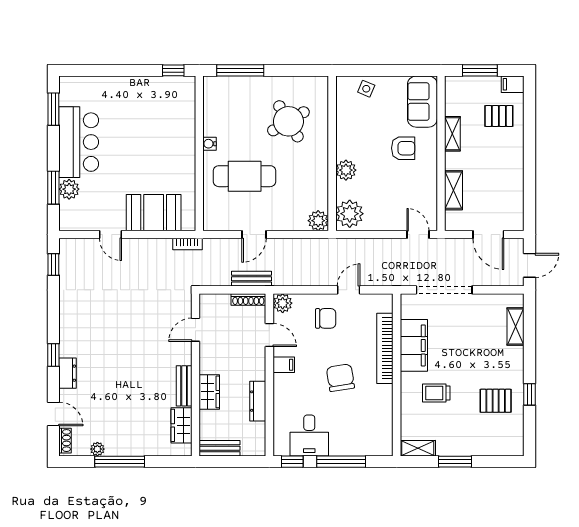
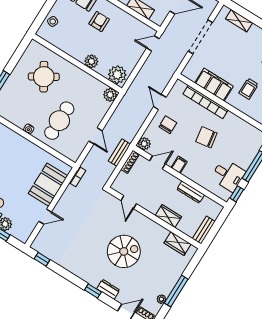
doorway: (444, 290) -> (200, 37), moved
spiral stairs: (129, 363) -> (124, 251), added
bench: (184, 386) -> (156, 228), removed

